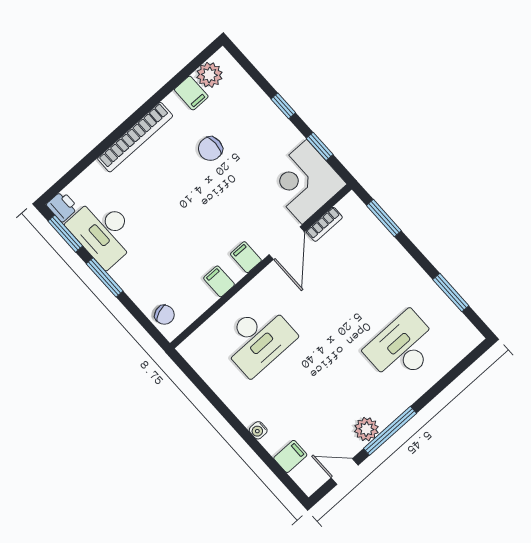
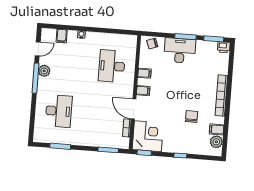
window: (320, 146) -> (144, 153), moved
desk: (103, 232) -> (180, 51), moved

